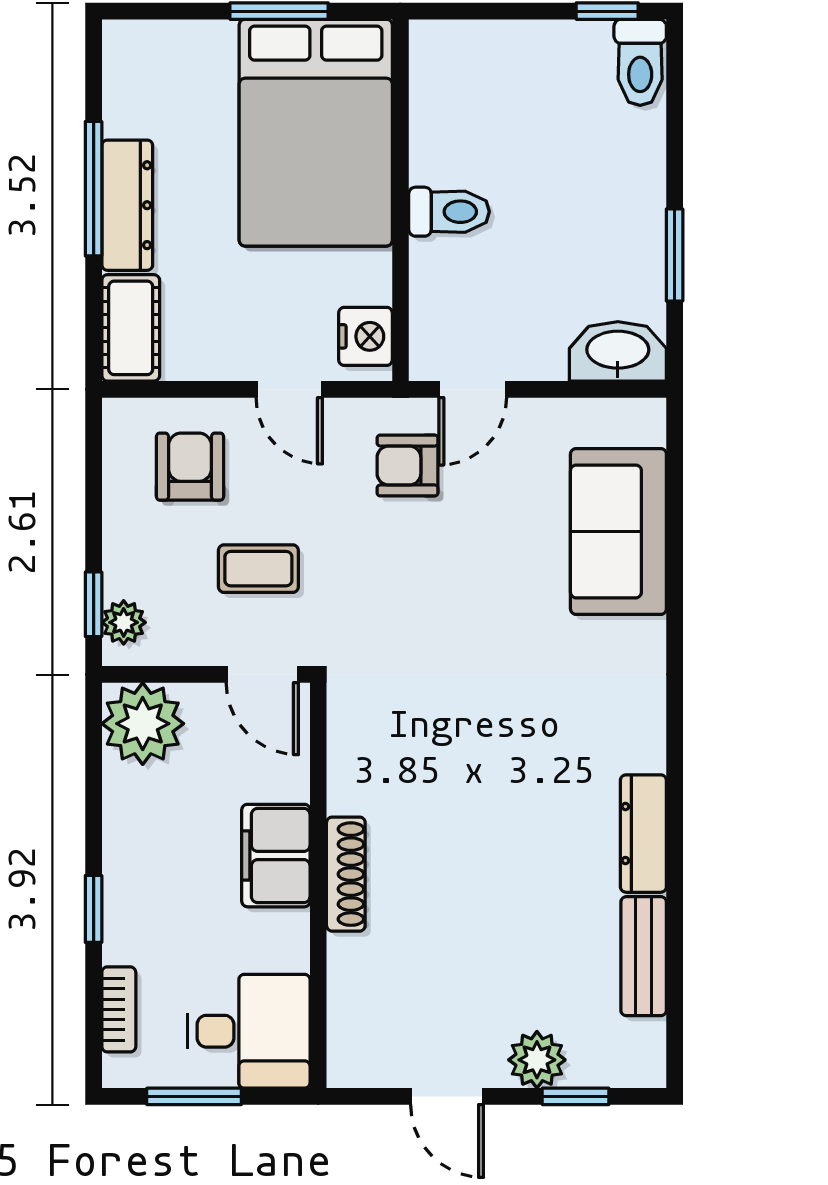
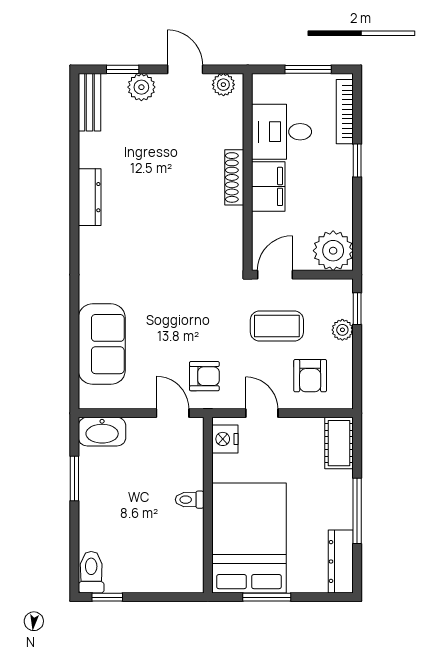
dresser: (127, 205) -> (341, 562), moved
toilet: (449, 212) -> (190, 500), width x0.73, depth x0.72
door: (473, 389) -> (173, 413), hinge flipped
coffee table: (258, 569) -> (277, 326), width x1.36, depth x1.30
plant: (124, 622) -> (342, 330), moved
door: (262, 674) -> (275, 275), hinge flipped
bench: (644, 956) -> (90, 102), moved
bookcase: (119, 1009) -> (345, 112), width x1.56
desk: (249, 1031) -> (282, 132), moved
plant: (368, 1065) -> (223, 85), added

